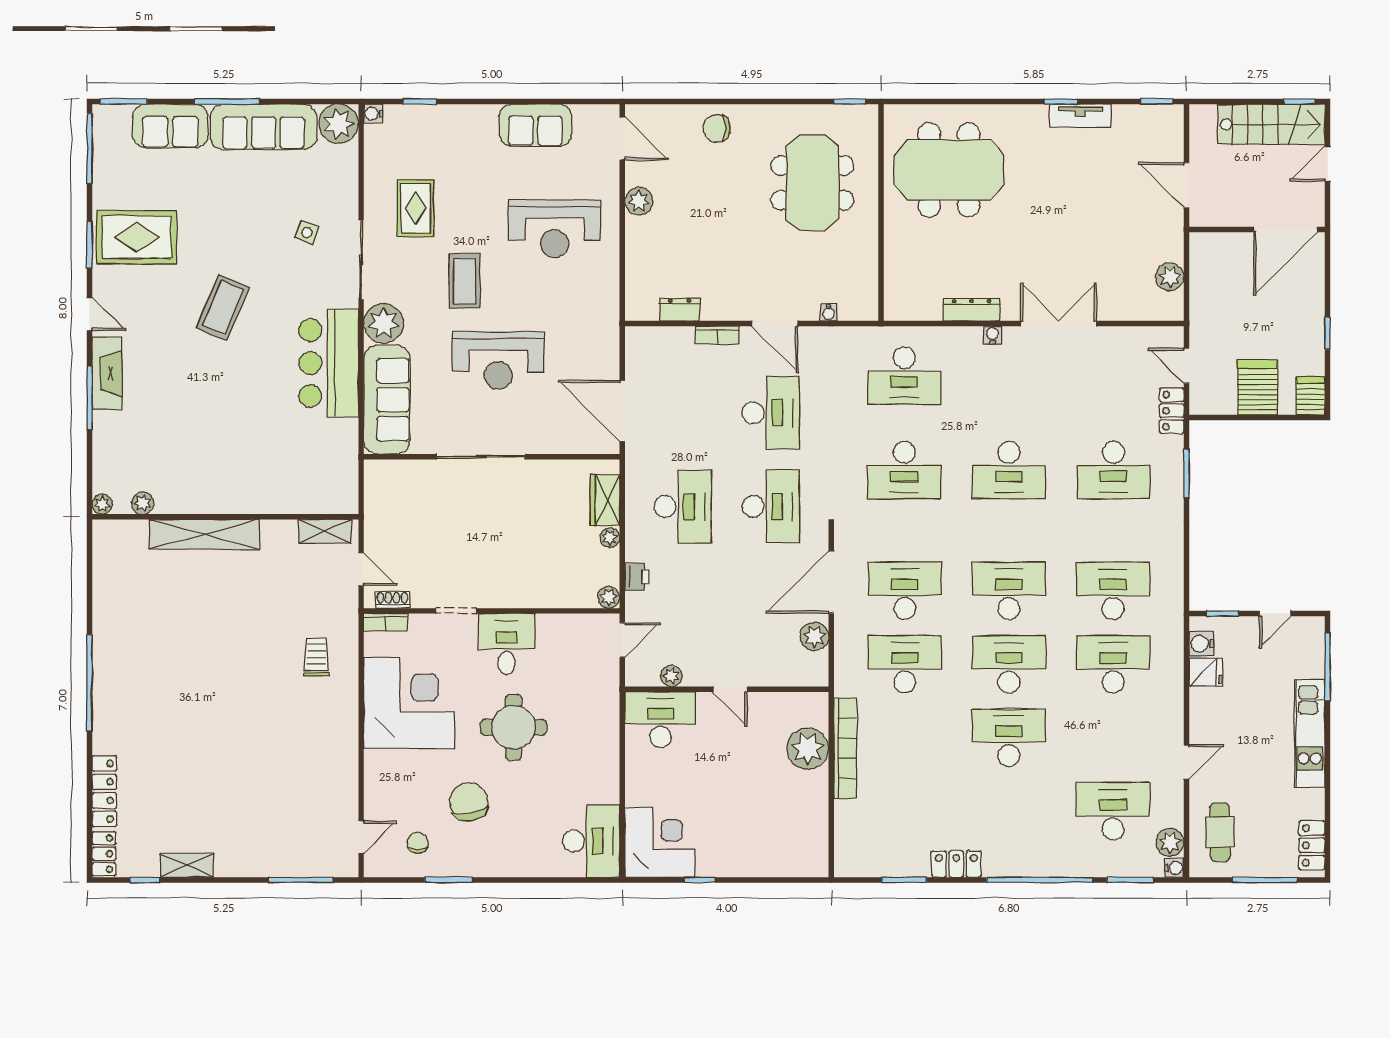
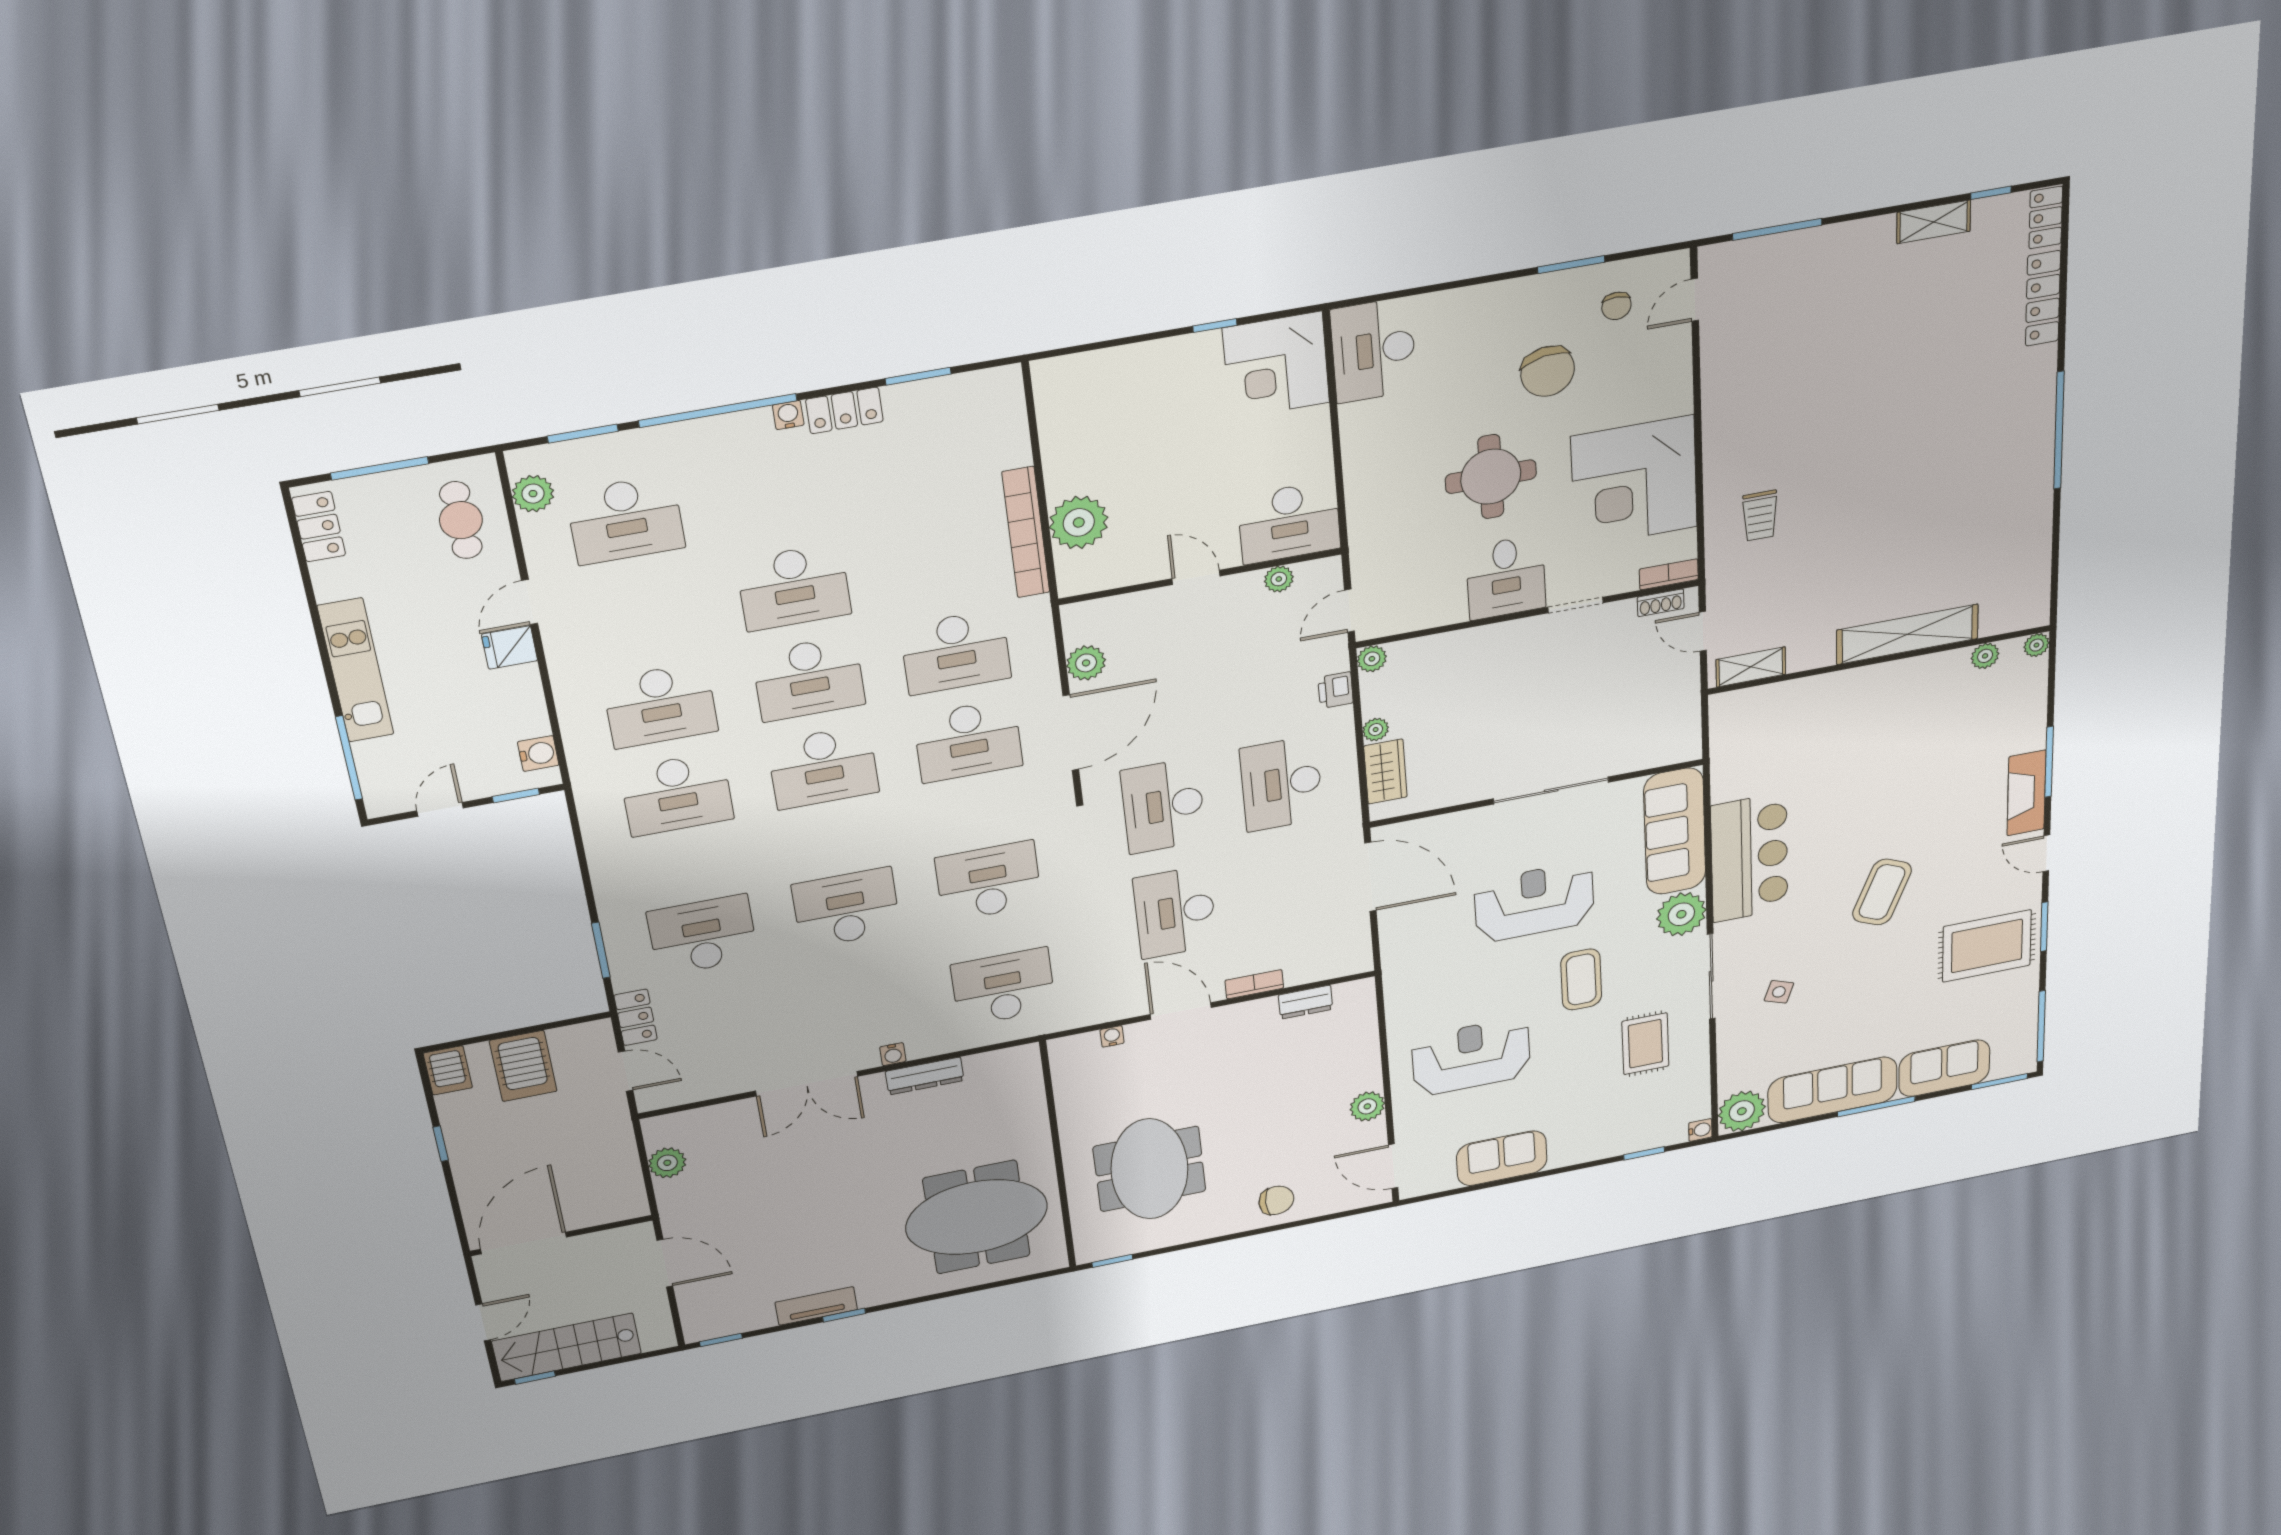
fridge: (1206, 672) -> (510, 647), moved
water cooler: (1174, 868) -> (788, 415), moved, turned 90

